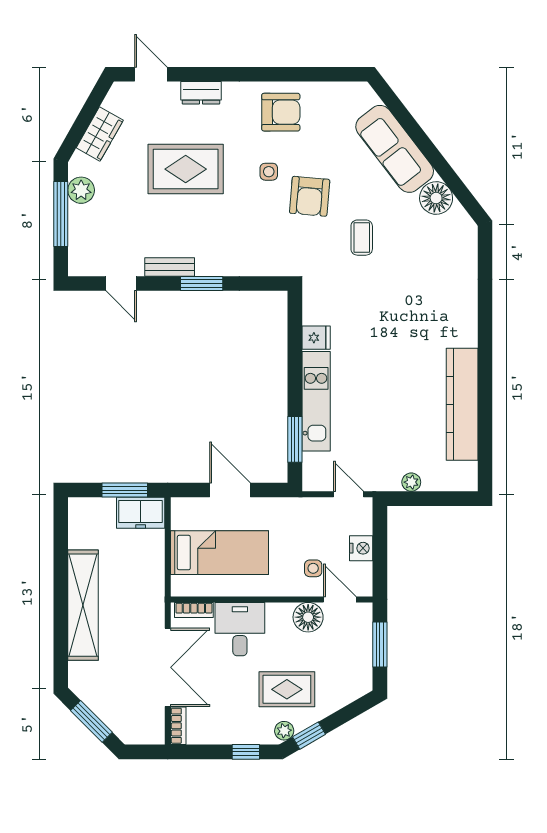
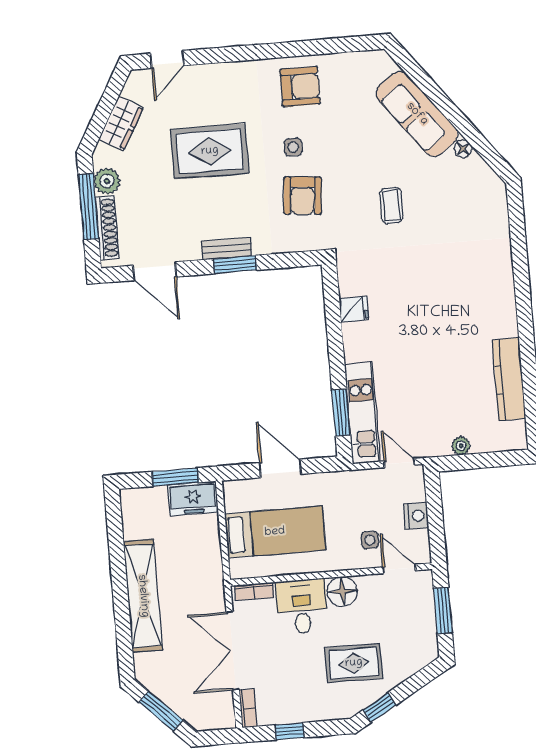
door: (151, 74) -> (167, 59), swing flipped
dresser: (201, 93) -> (219, 74), removed
armchair: (310, 196) -> (303, 196), moved
floor lamp: (436, 198) -> (463, 149), width x0.53, depth x0.53
shoe rack: (78, 237) -> (107, 228), added
bench: (170, 267) -> (226, 249), moved
door: (121, 284) -> (155, 271), width x1.37
kitchen unit: (316, 401) -> (362, 413), moved
kitchen counter: (462, 404) -> (509, 379), width x0.72, depth x0.86
floor lamp: (308, 617) -> (342, 591), moved
double door: (168, 667) -> (233, 651), swing flipped
plant: (284, 731) -> (354, 705), removed
window: (246, 752) -> (290, 731), moved

